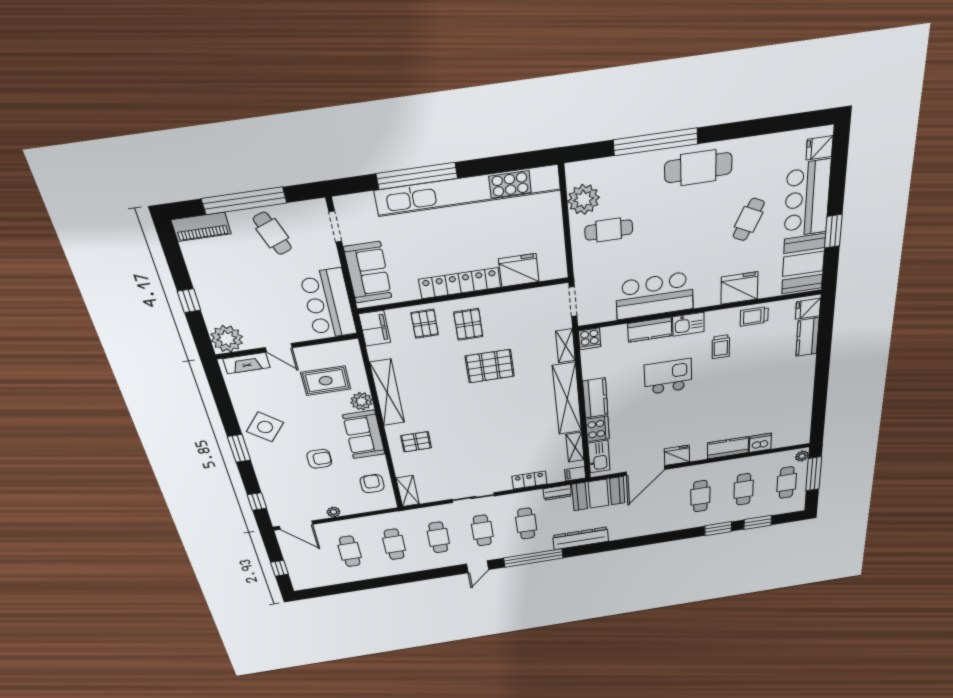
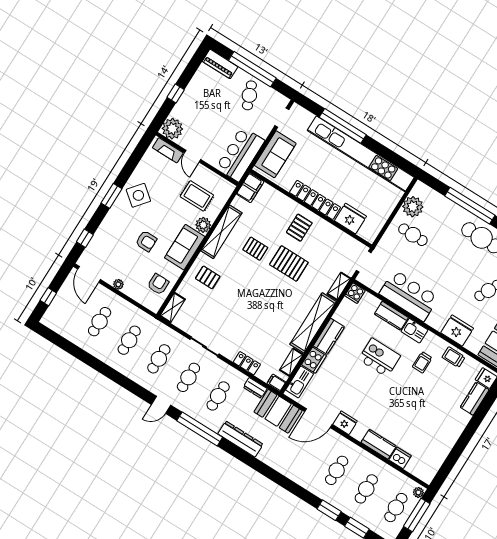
pallet: (425, 324) -> (255, 249), moved, turned 90

